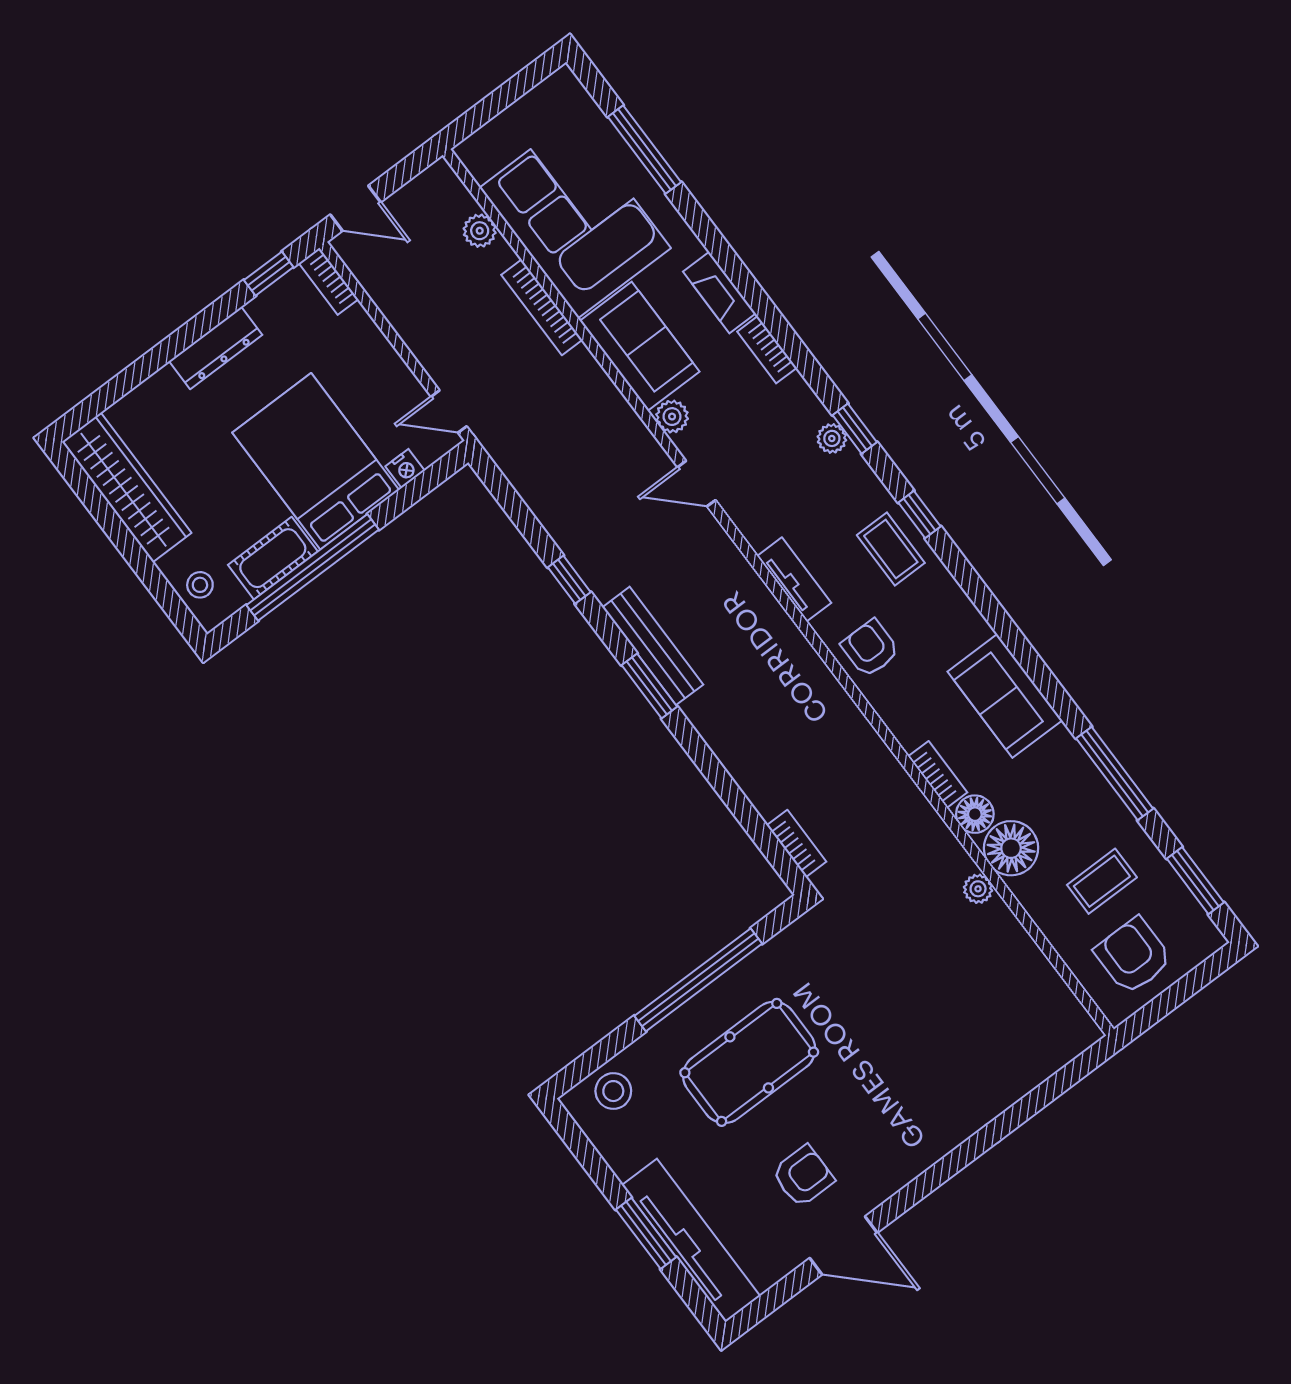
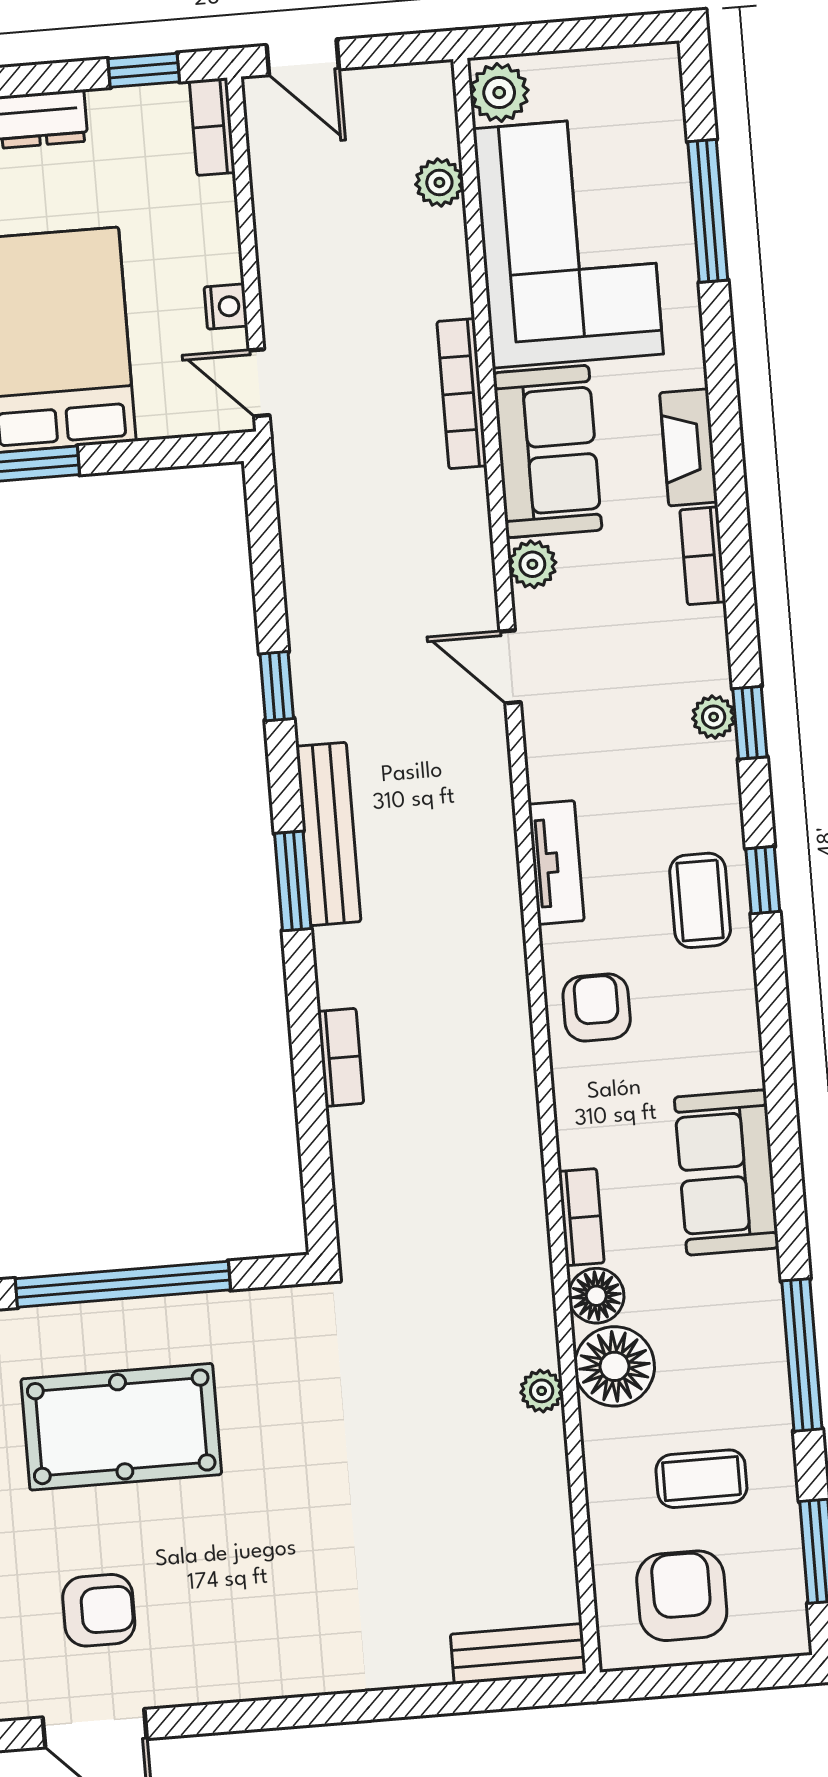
plant: (481, 157) -> (499, 93), added
bookcase: (542, 307) -> (462, 394), moved
nightstand: (405, 468) -> (226, 307), moved, turned -90
bookcase: (796, 844) -> (341, 1057), moved
bench: (1060, 1049) -> (518, 1654), added

